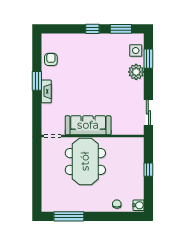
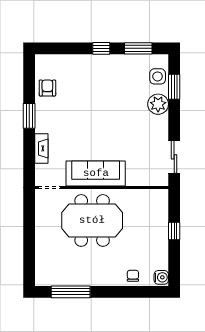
fireplace: (46, 91) -> (41, 148), moved
meeting table: (85, 161) -> (92, 220), turned 90

